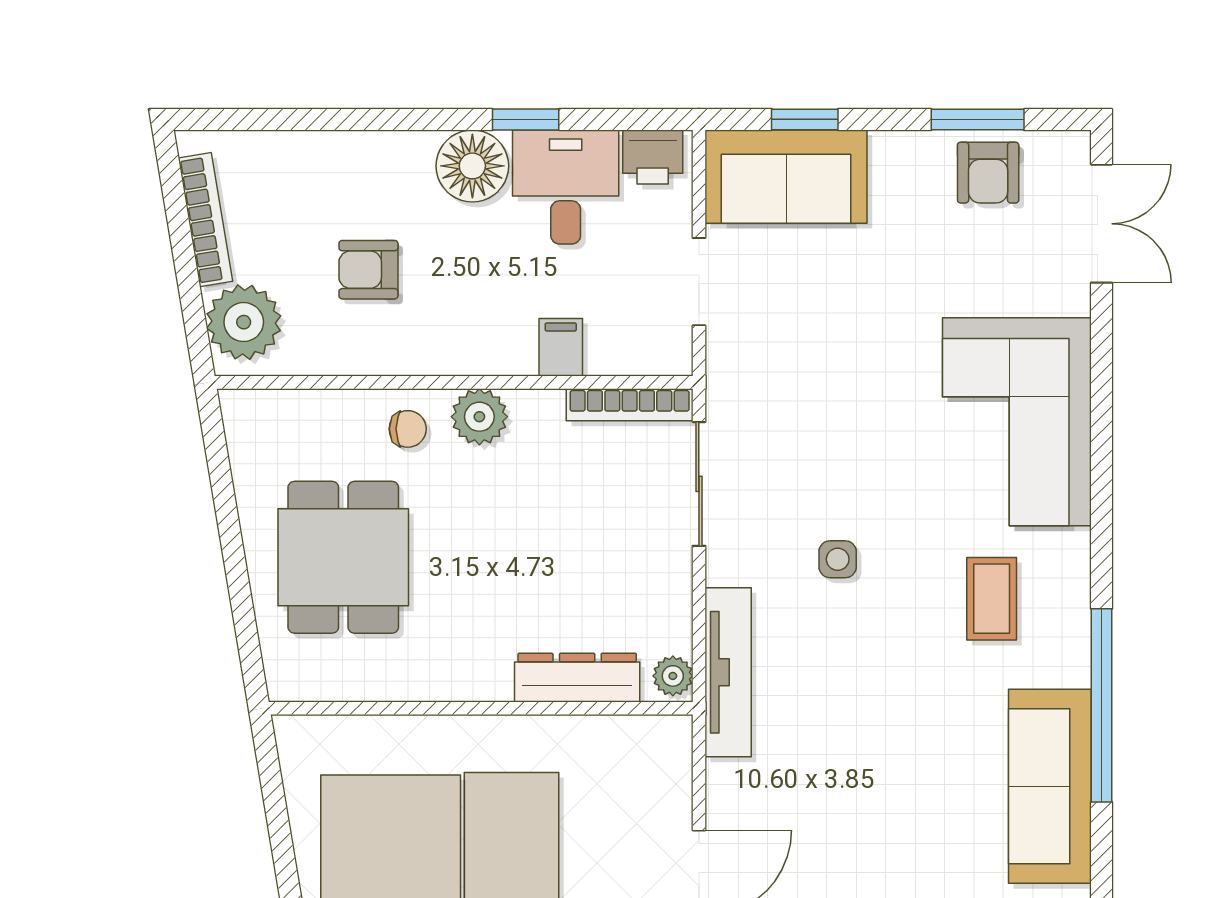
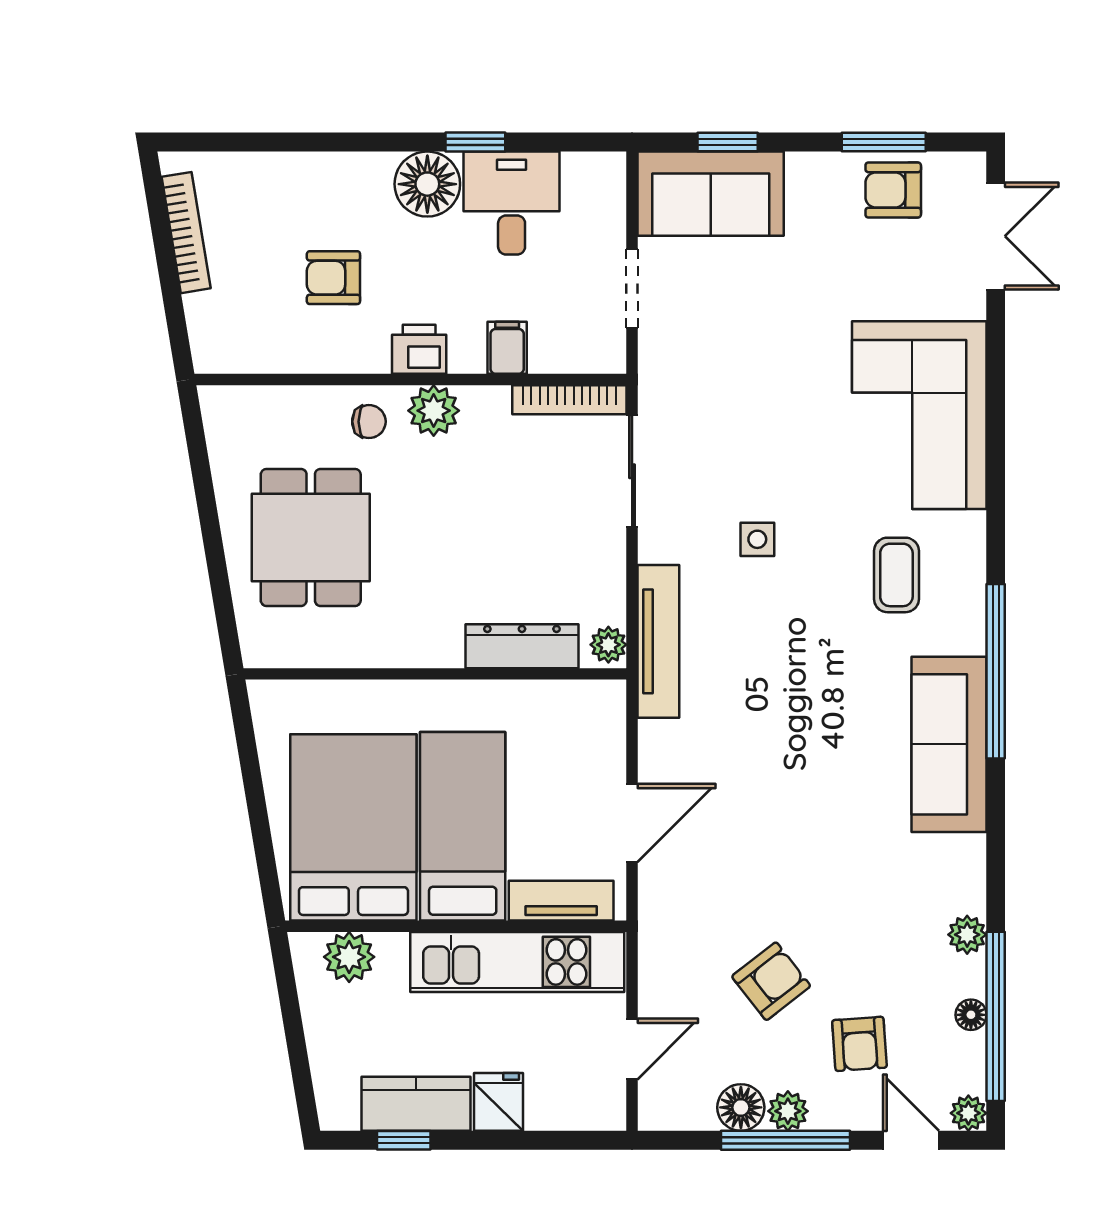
printer: (653, 157) -> (419, 349), moved, turned 180
armchair: (988, 173) -> (893, 190), turned 90
plant: (244, 322) -> (221, 325), removed

